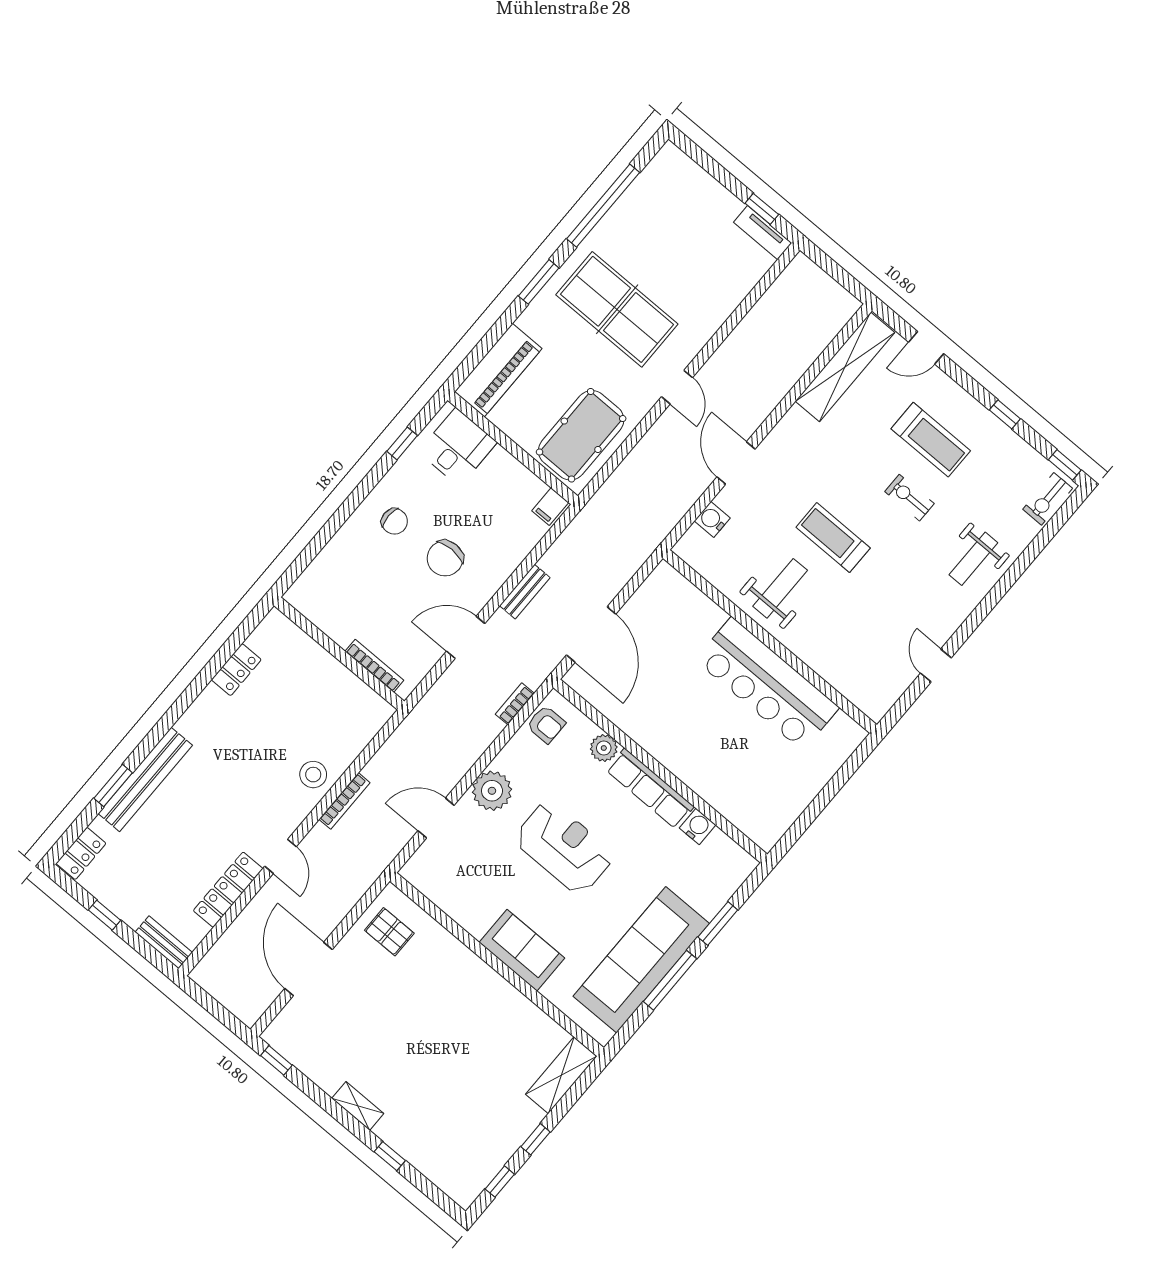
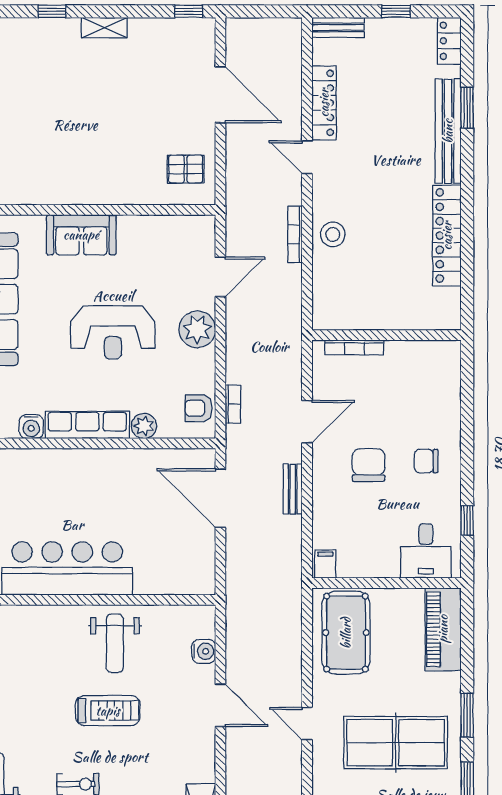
locker: (236, 670) -> (447, 236), width x2.16, depth x1.21

